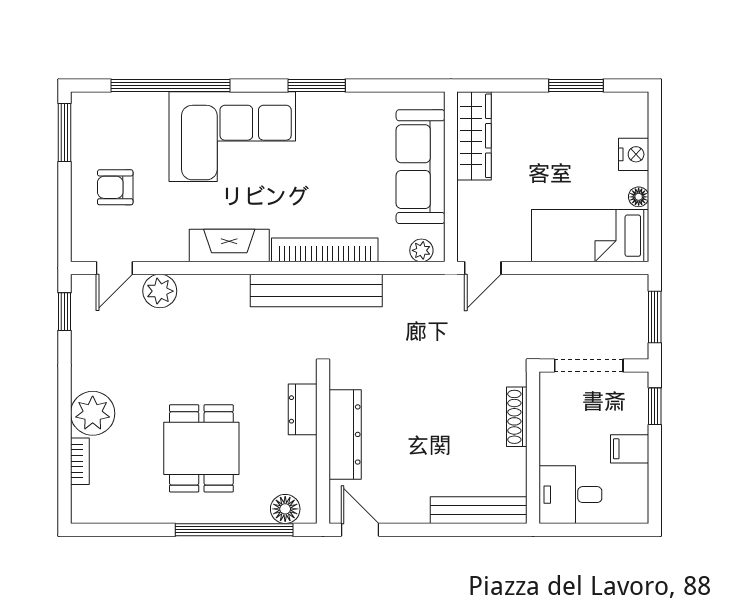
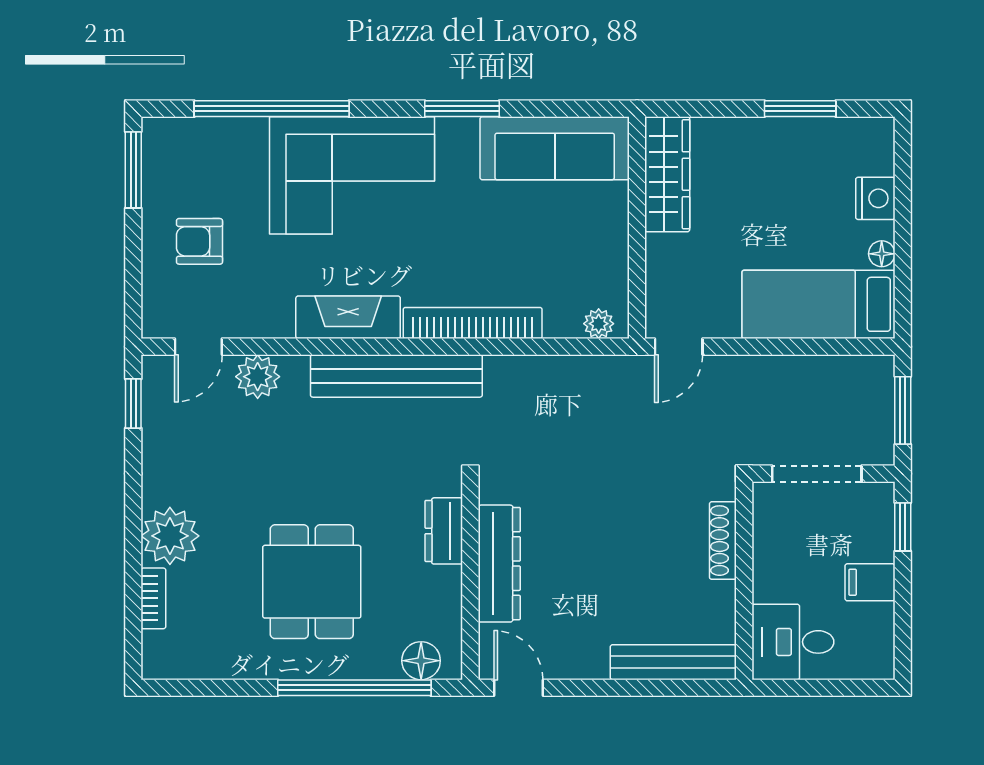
sofa: (421, 167) -> (555, 148), moved, turned -90
bench: (316, 291) -> (396, 376), moved

